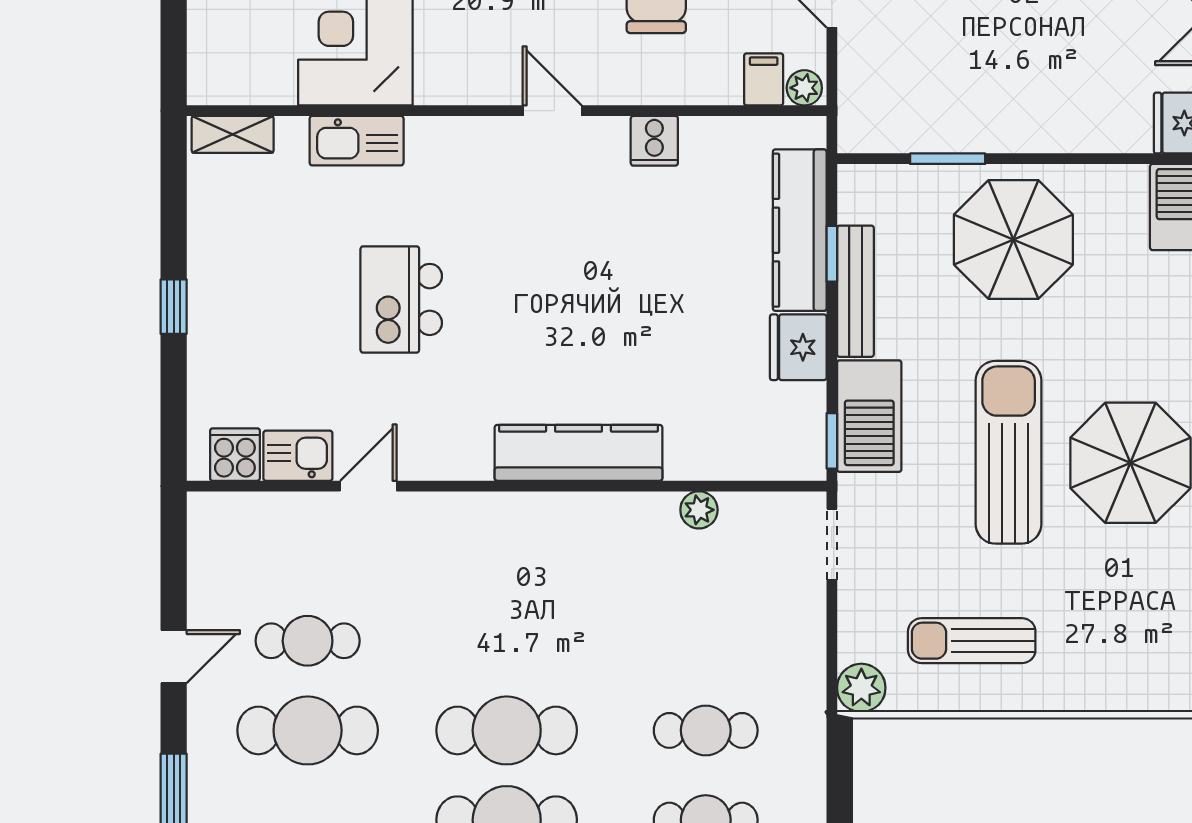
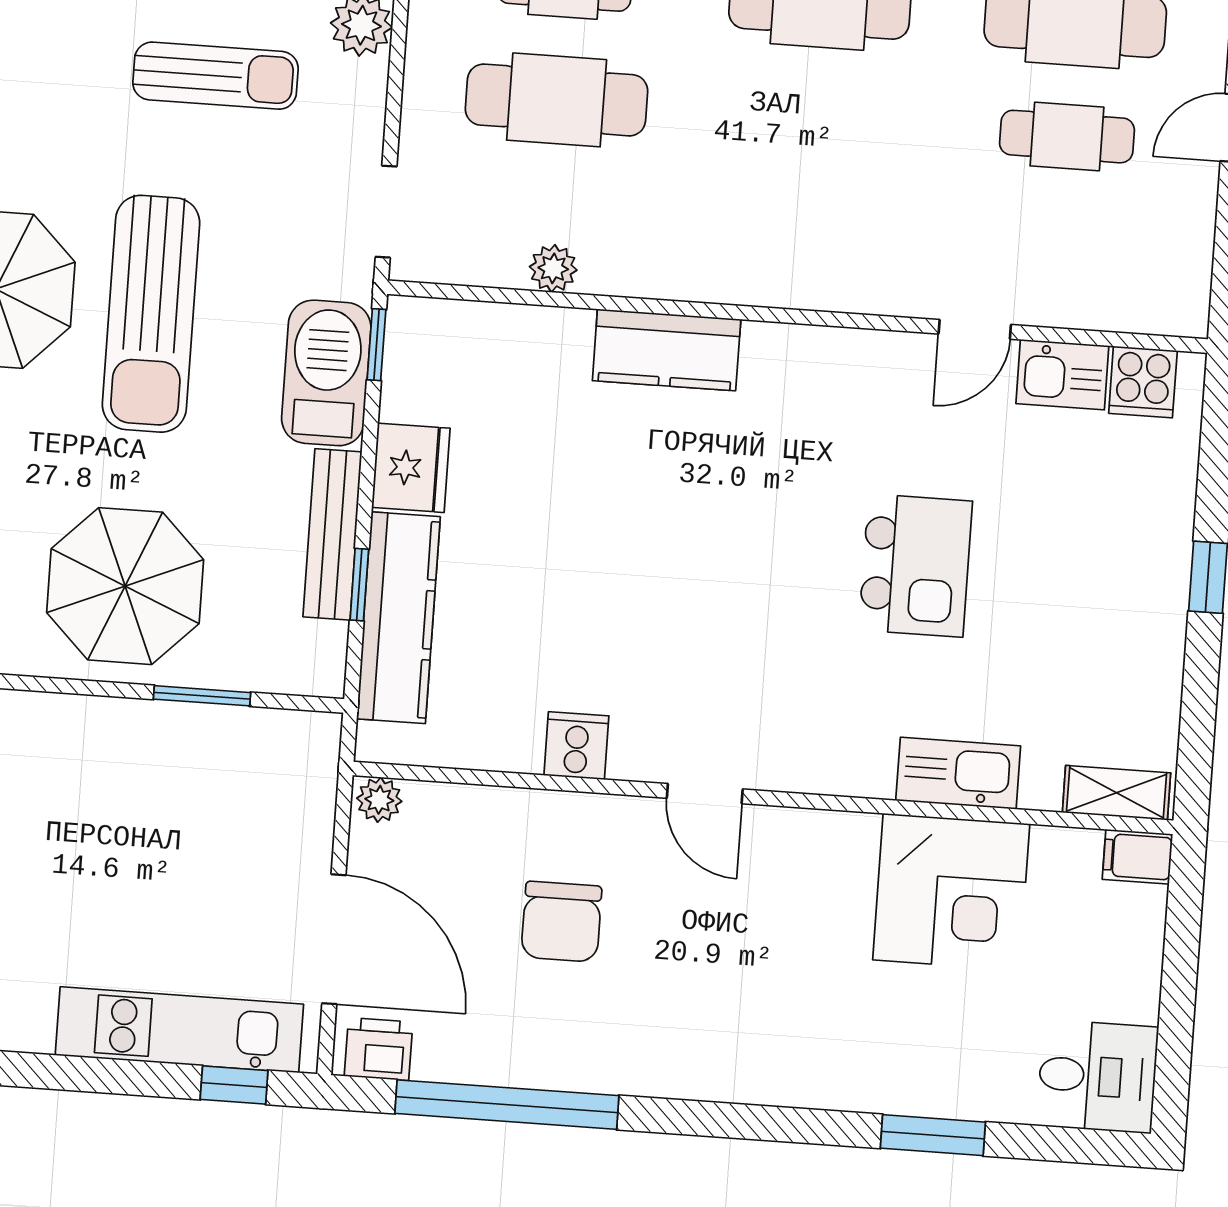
filing cabinet: (764, 79) -> (1137, 857), moved, turned 90
kitchen counter: (578, 453) -> (667, 350), width x0.67
cafe table: (706, 641) -> (557, 100), added

